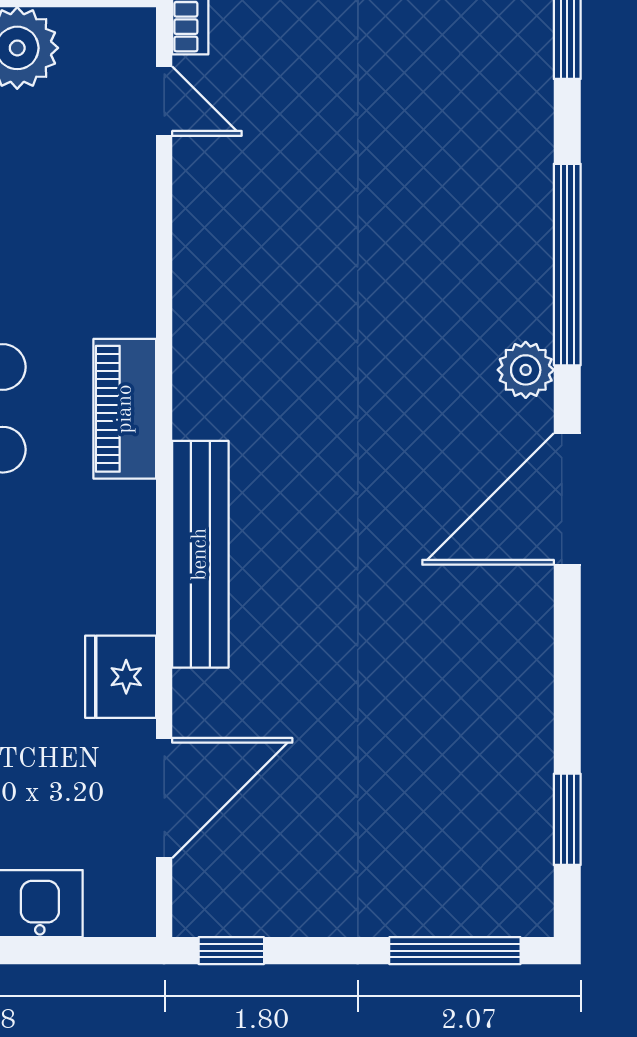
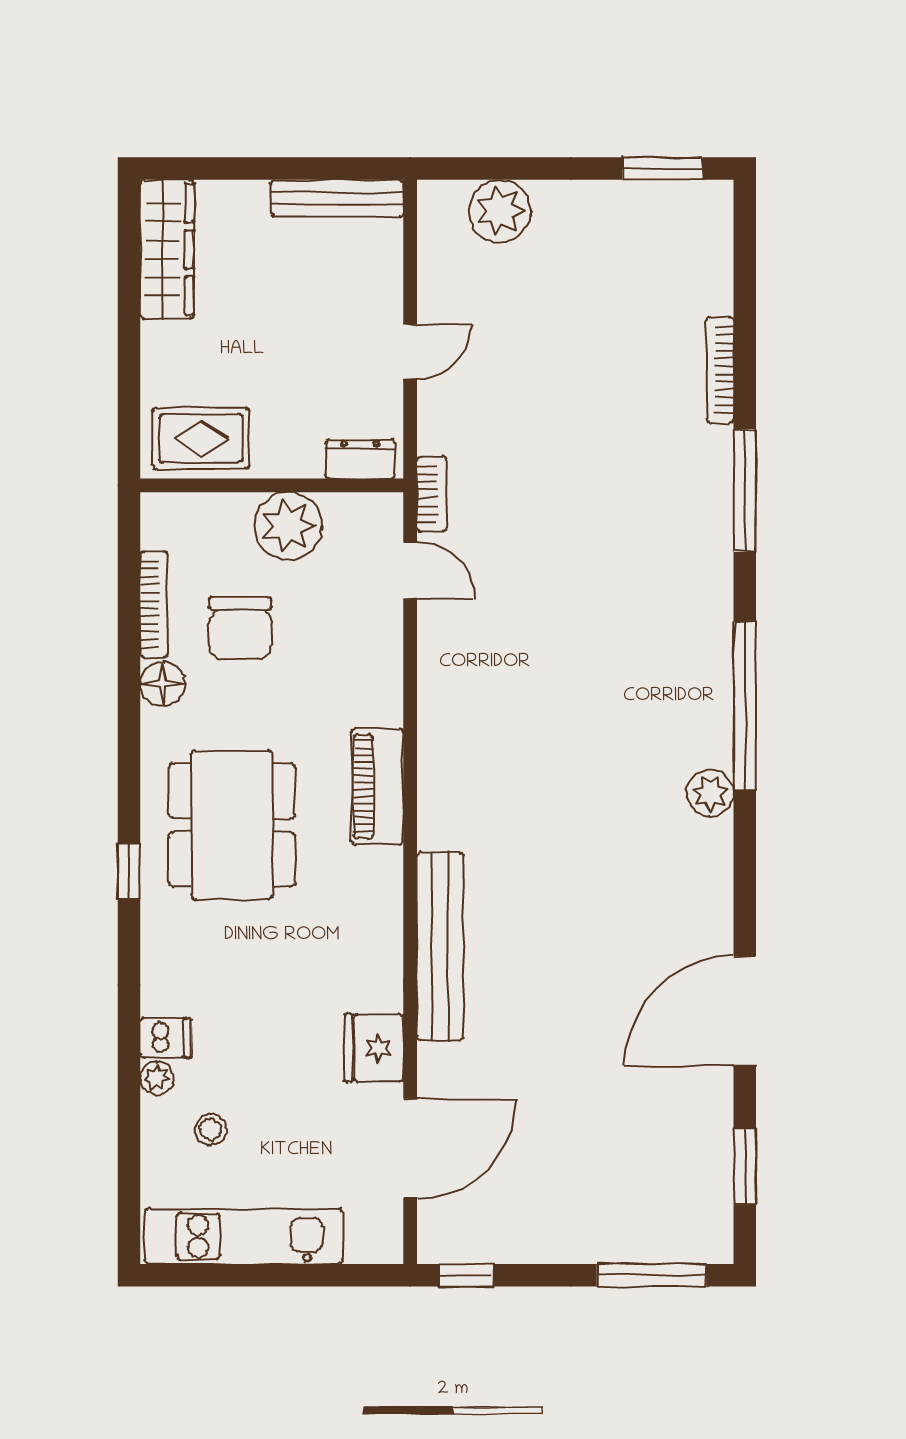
piano: (125, 409) -> (377, 786), moved
door: (567, 499) -> (745, 1011), moved

